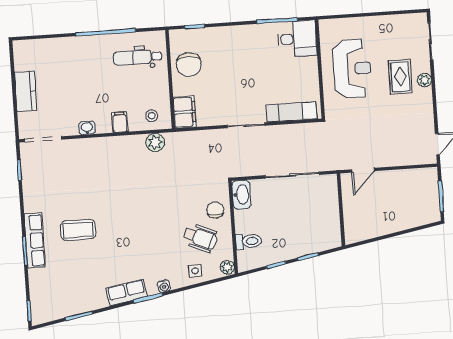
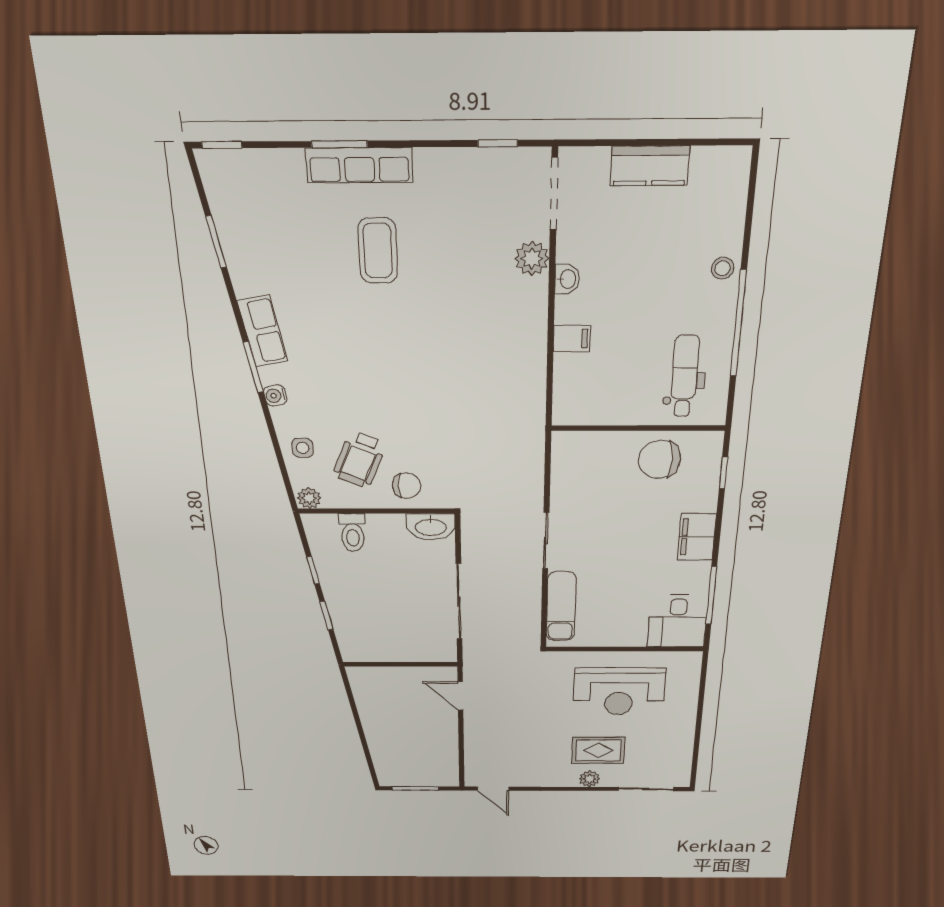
filing cabinet: (185, 112) -> (697, 537), moved, turned 90
stool: (152, 116) -> (723, 268), moved
plant: (155, 142) -> (532, 259), moved

